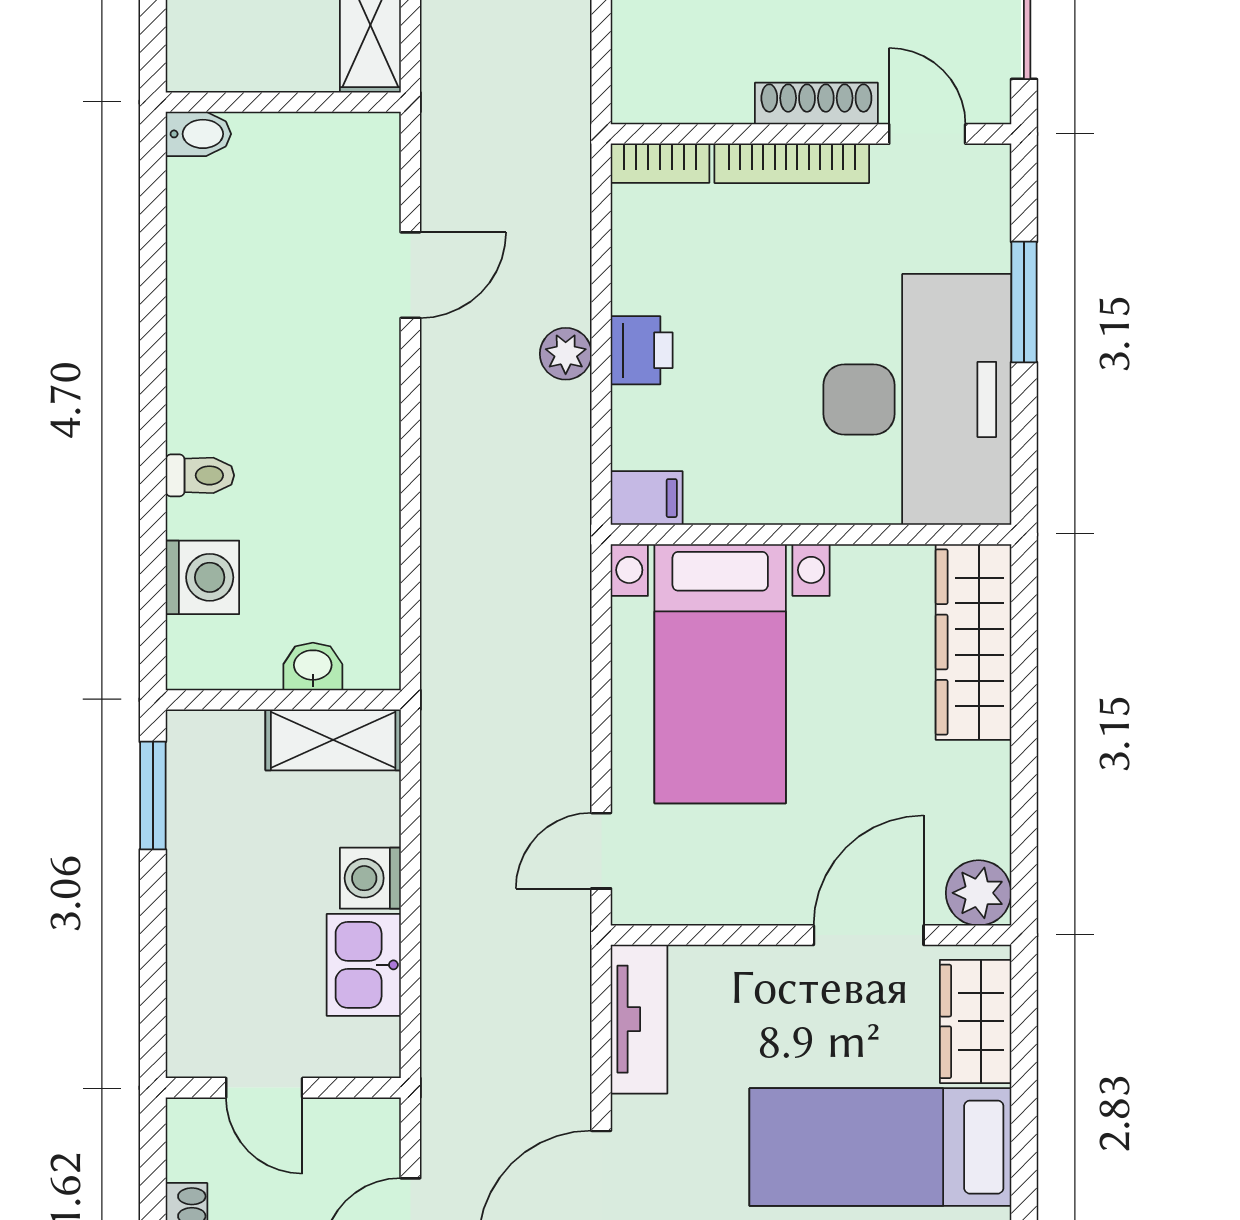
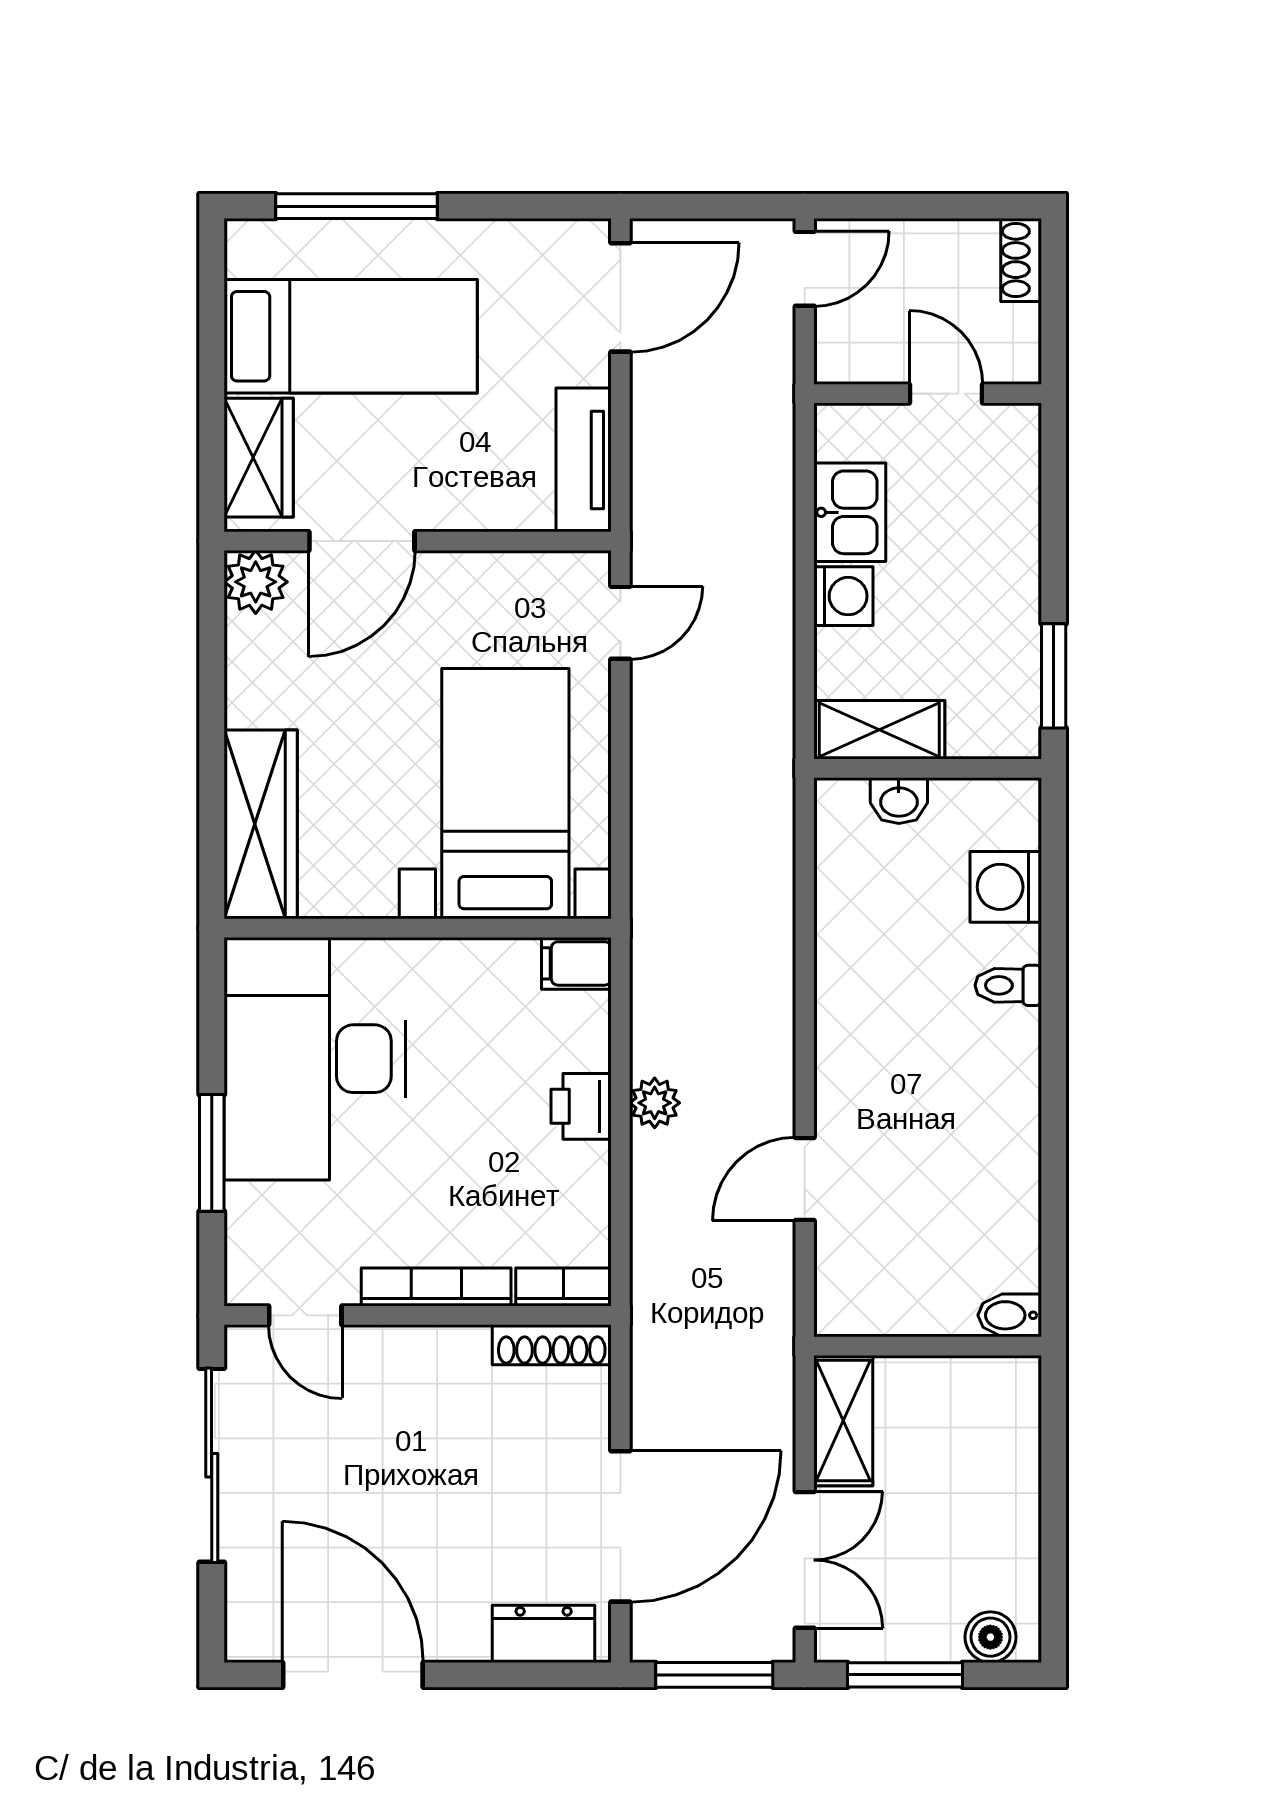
shoe rack: (816, 103) -> (552, 1345), moved

